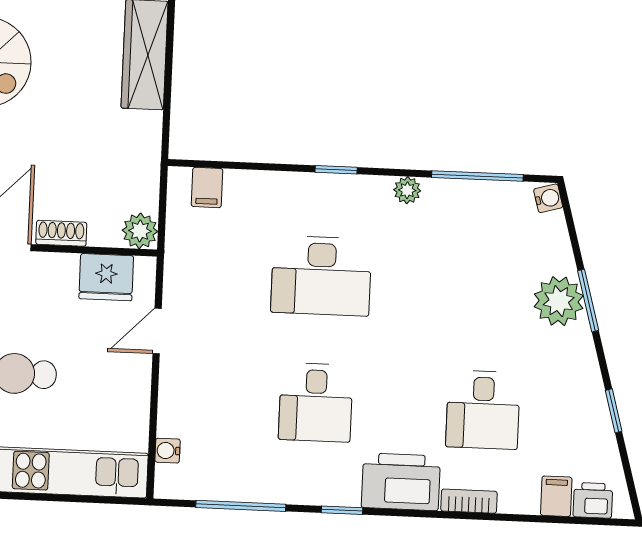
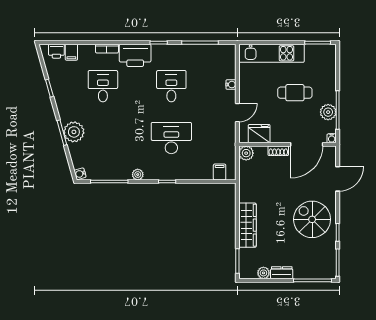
water cooler: (168, 451) -> (231, 85), moved

